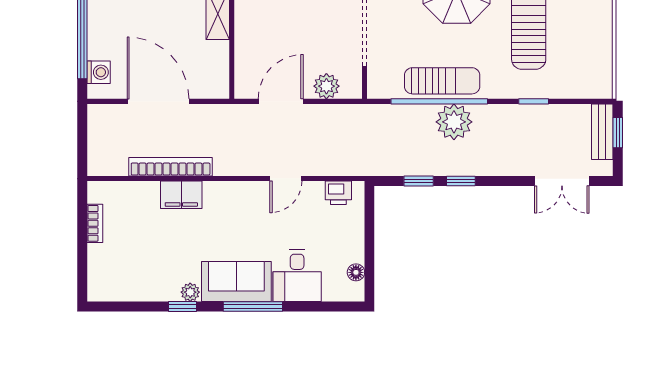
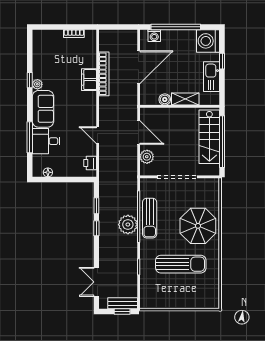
boiler: (219, 52) -> (165, 99), added
window: (253, 306) -> (30, 137), moved

